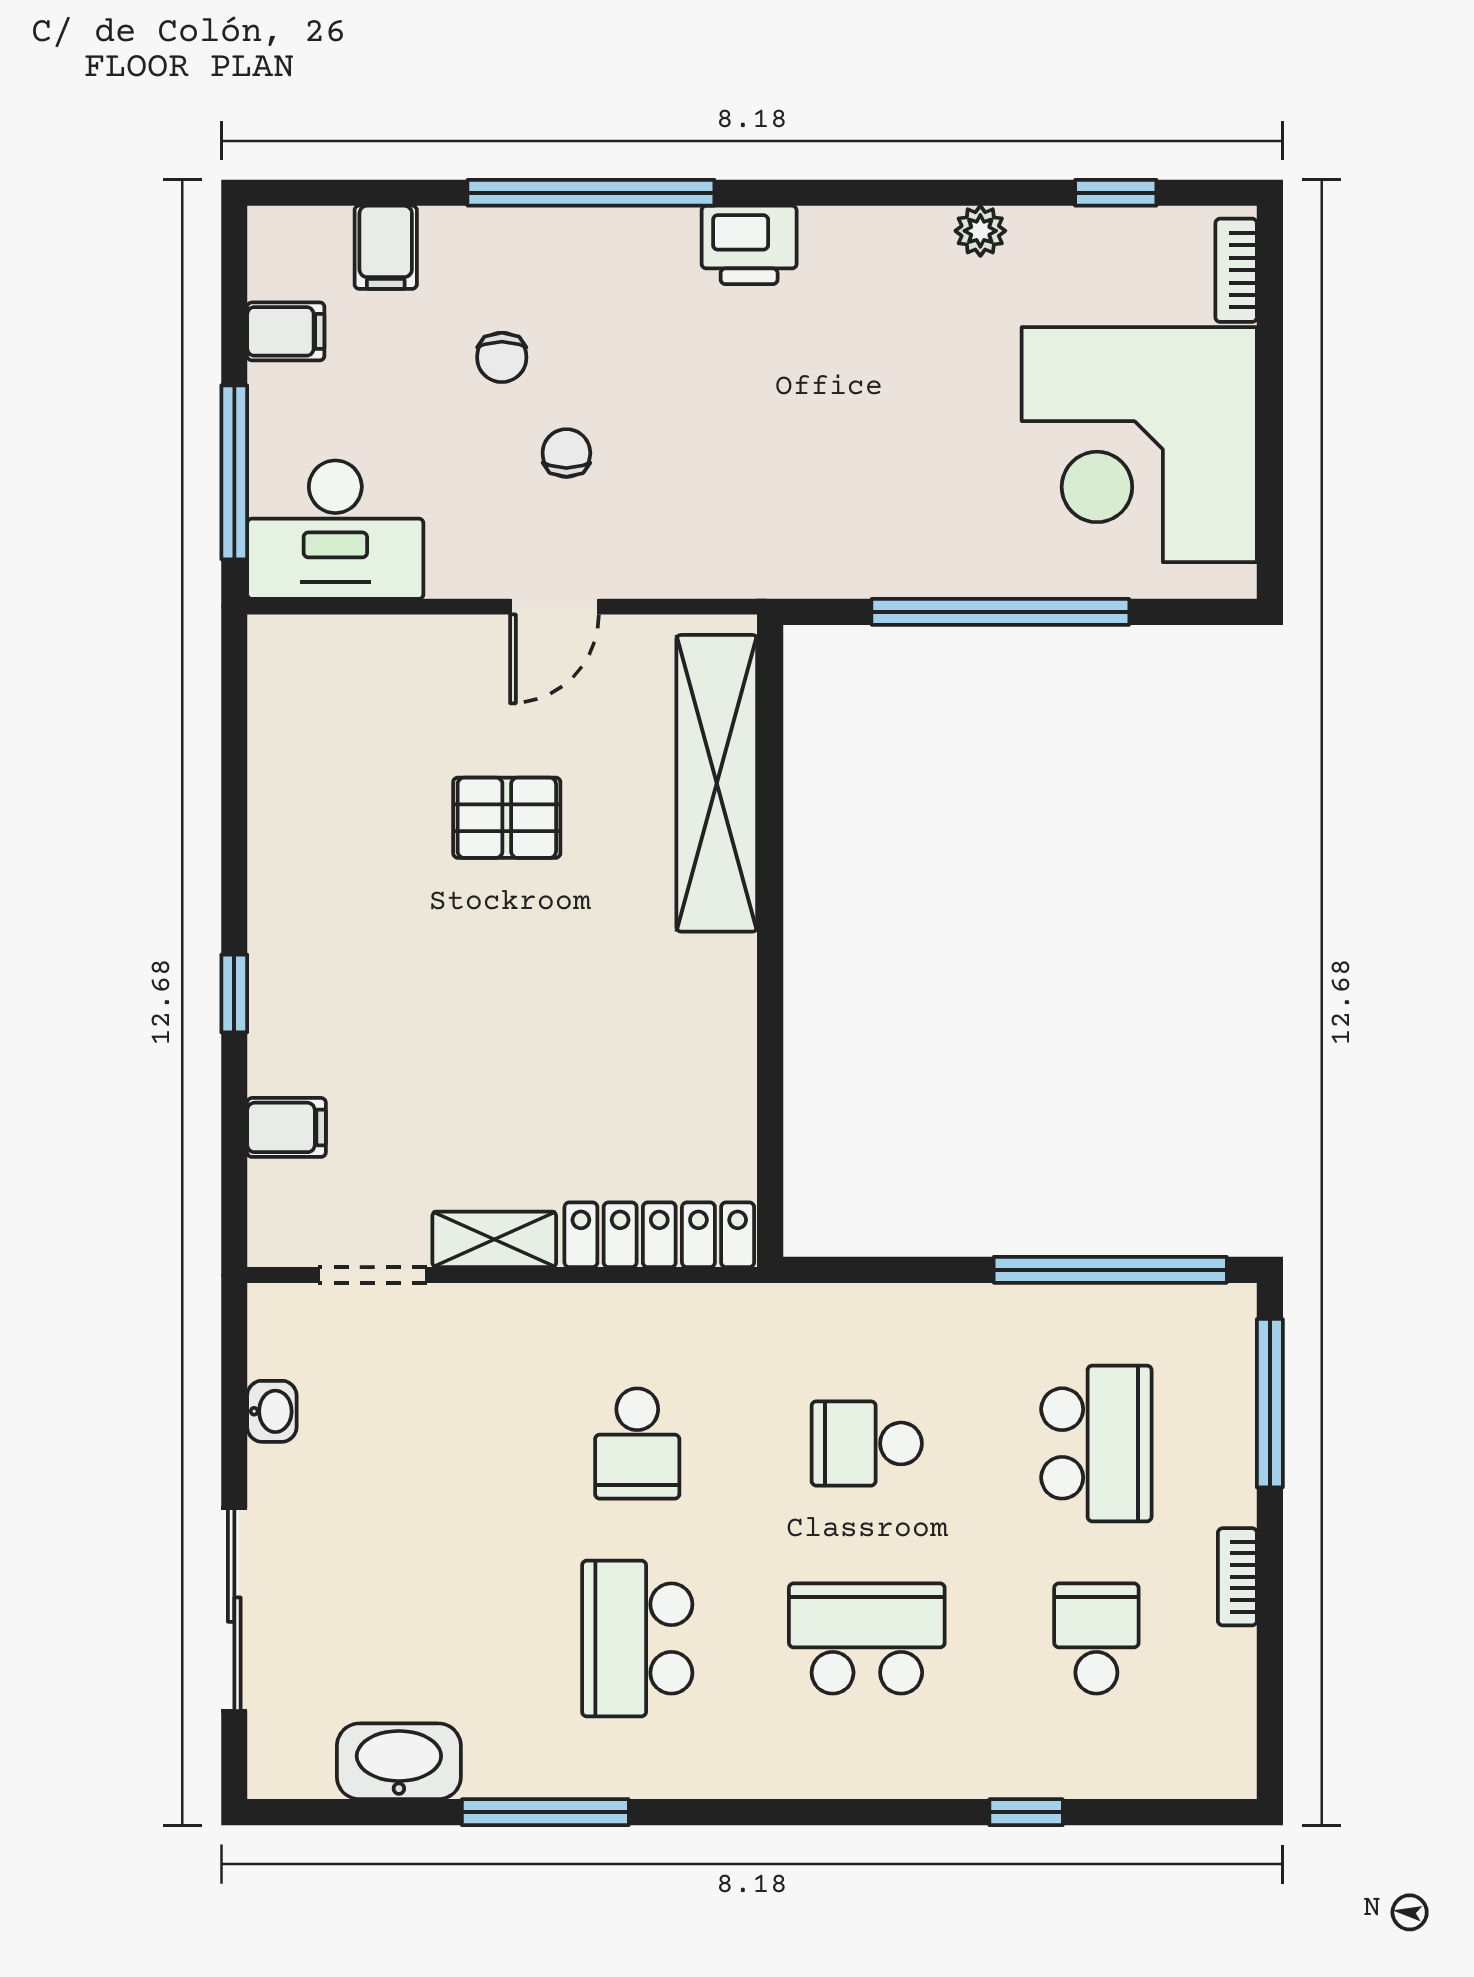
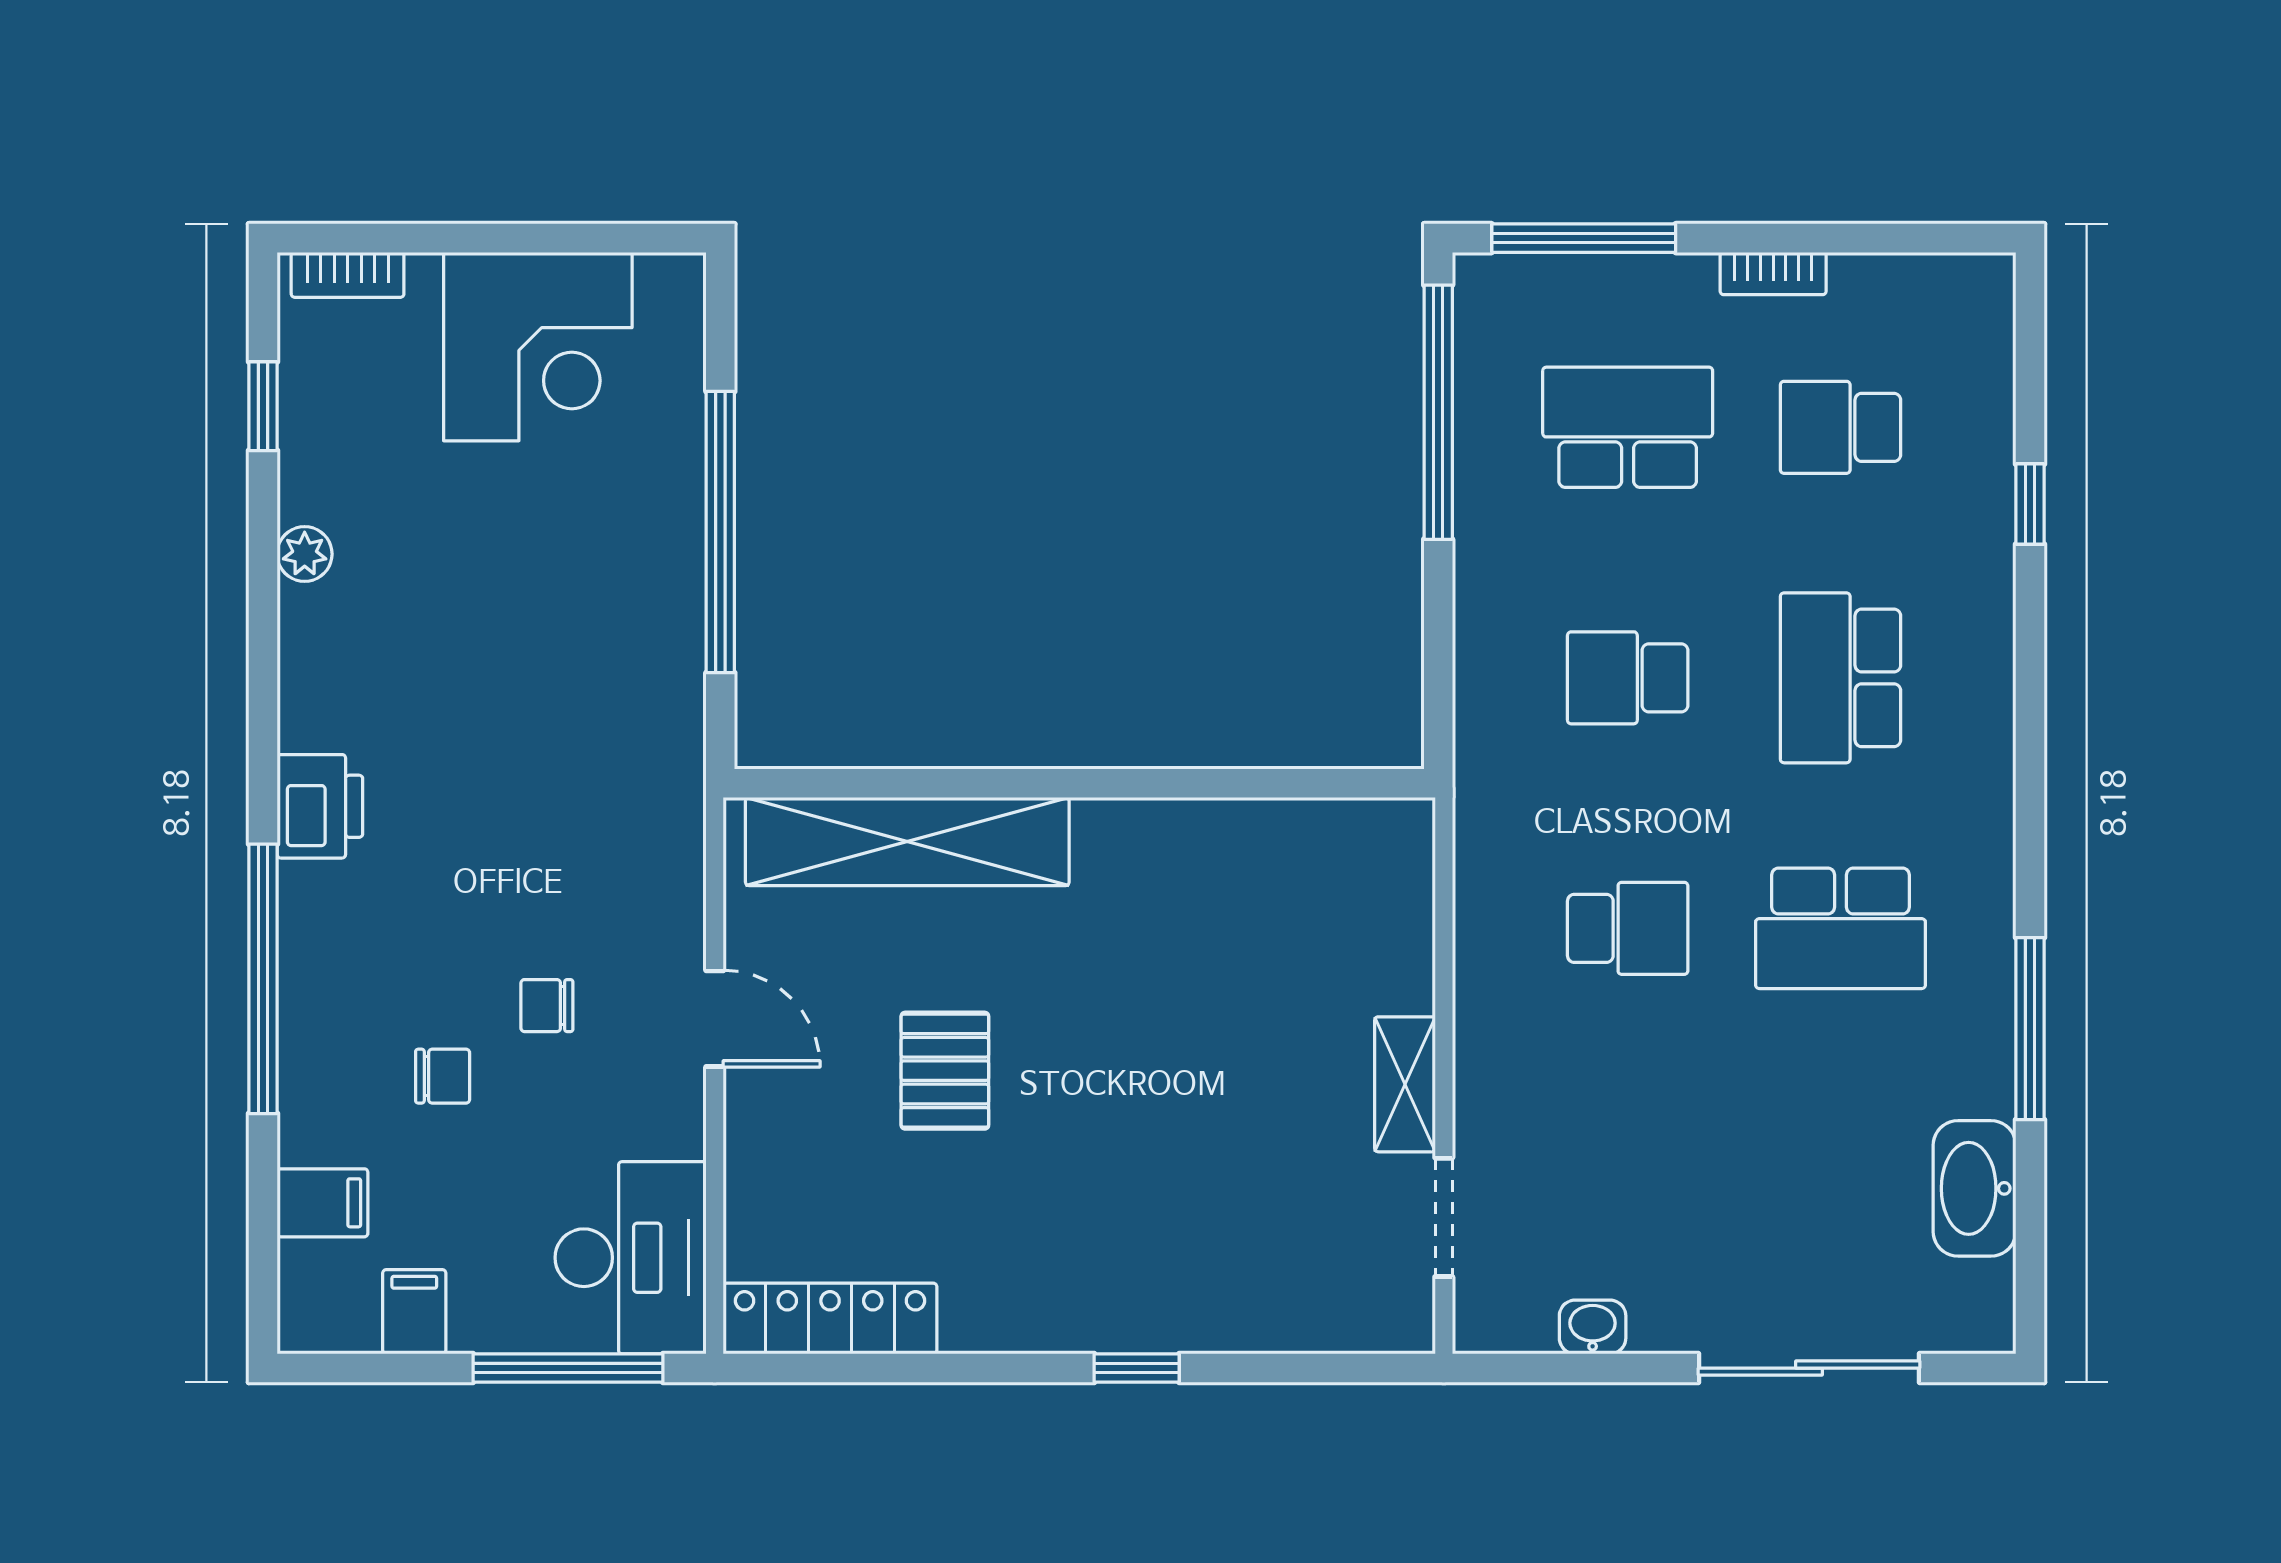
corner desk: (1139, 445) -> (538, 347), width x0.74, depth x0.74
filing cabinet: (287, 1127) -> (1283, 1311), removed
locker: (659, 1235) -> (830, 1318), moved, turned 90
school desk: (867, 1443) -> (1628, 678), turned 90

